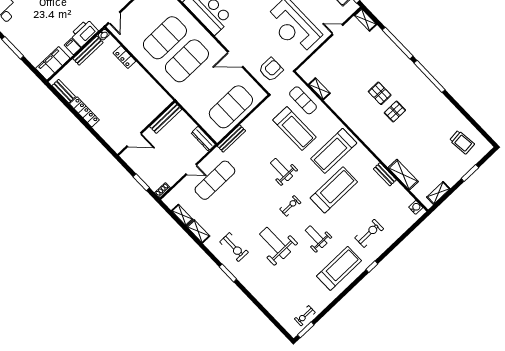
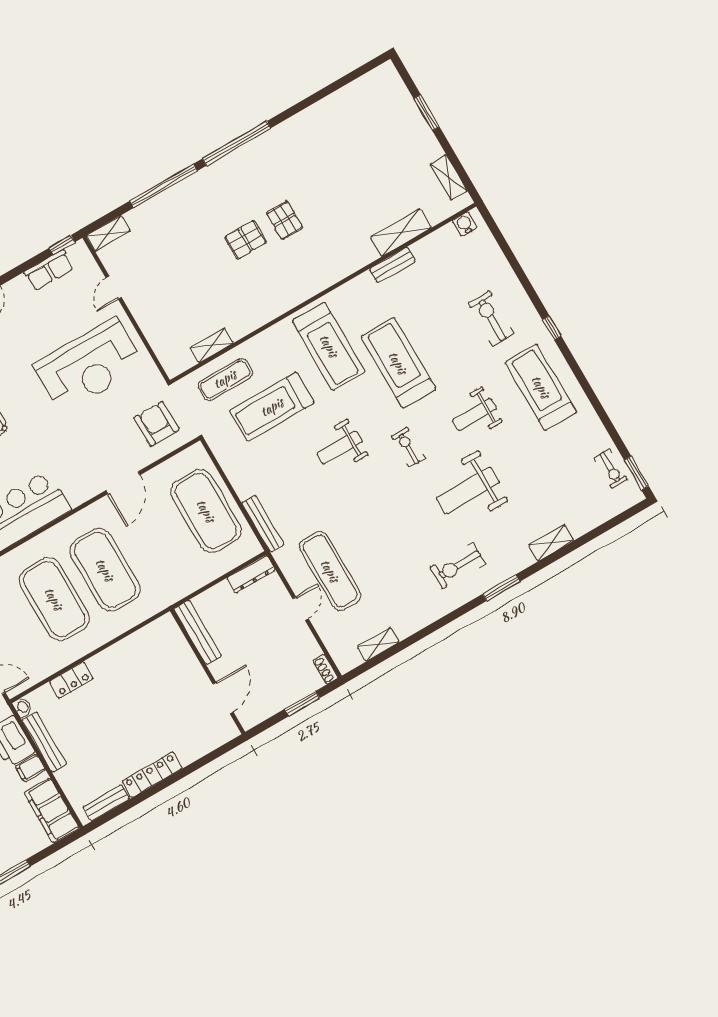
treadmill: (295, 129) -> (272, 407), turned 180
trolley: (462, 142) -> (368, 113), removed
shelving: (198, 231) -> (551, 543), moved
exercise bike: (234, 247) -> (458, 566), turned 180

